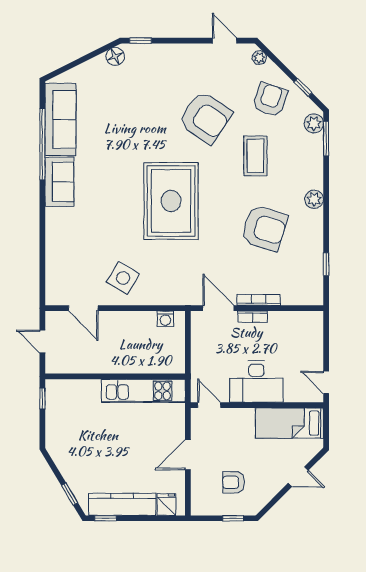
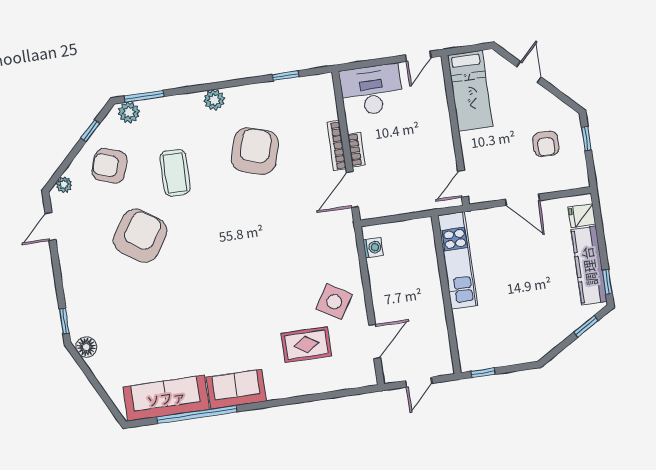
coffee table: (255, 156) -> (175, 173), turned 90
rug: (171, 201) -> (306, 345), moved, width x0.54, depth x0.49
desk: (256, 382) -> (371, 90), moved, turned -90

